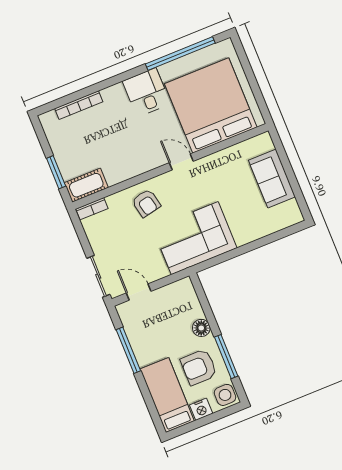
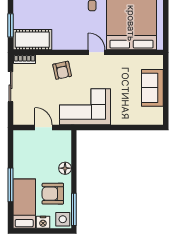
cot: (86, 185) -> (32, 40), width x1.37, depth x1.34
sliding door: (98, 276) -> (11, 87), moved
door: (139, 292) -> (43, 127), moved
window: (128, 350) -> (11, 185), moved
window: (226, 357) -> (74, 209), moved

